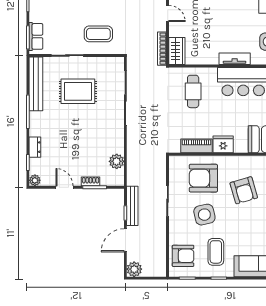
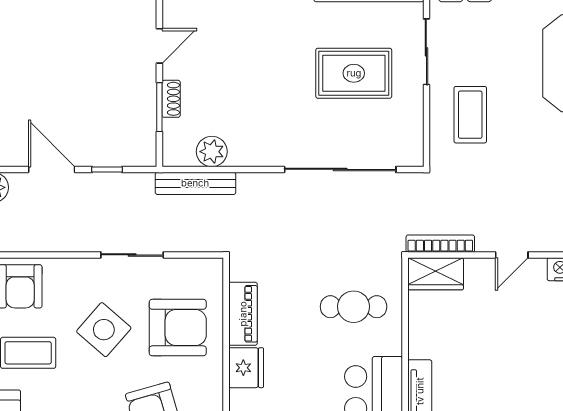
rug: (78, 91) -> (354, 73), turned 90
armchair: (203, 178) -> (178, 328), turned 90
bench: (132, 206) -> (195, 183), moved
side table: (204, 215) -> (104, 330), turned -36

